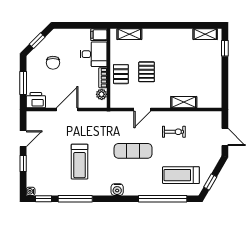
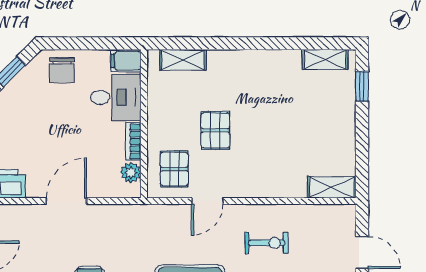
chair: (53, 63) -> (62, 70), moved
pallet: (121, 74) -> (174, 169), moved
shelving: (184, 102) -> (332, 187), moved

